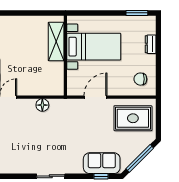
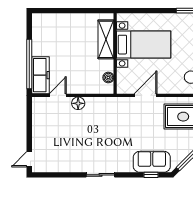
boiler: (59, 79) -> (108, 78), added
floor lamp: (42, 105) -> (78, 103), moved

